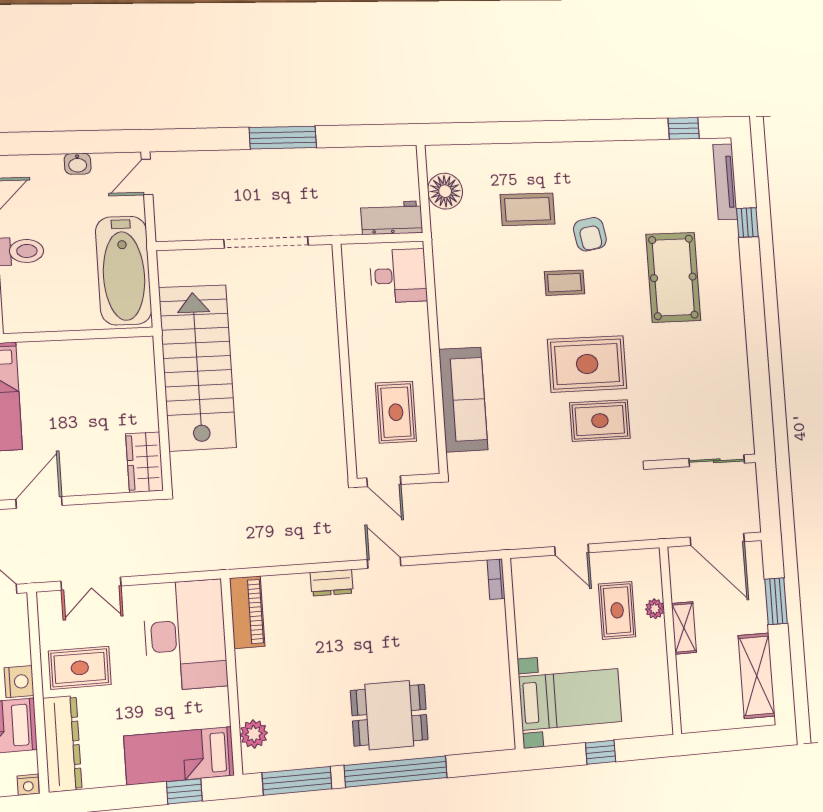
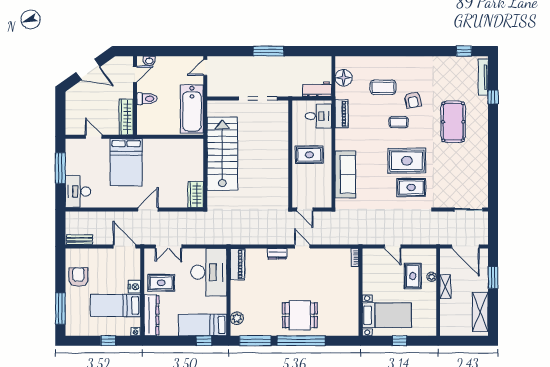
washbasin: (78, 164) -> (149, 61), moved
piano: (446, 269) -> (342, 114), added
rug: (396, 412) -> (309, 155), moved, turned 90

